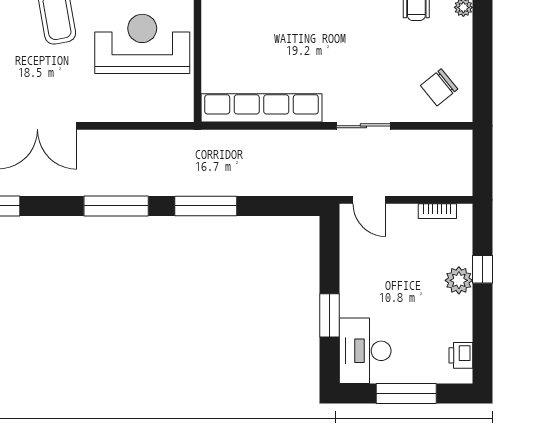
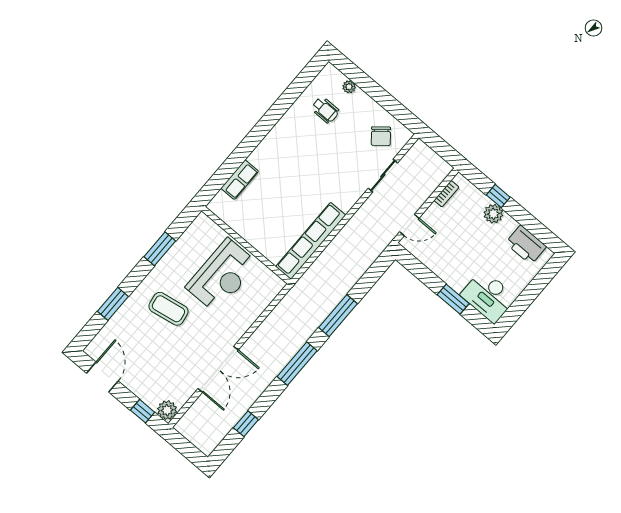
reception desk: (142, 44) -> (222, 276), turned 180
sliding door: (363, 126) -> (383, 176), moved
printer: (461, 355) -> (526, 245), width x1.87, depth x1.48
window: (406, 393) -> (530, 294), removed

